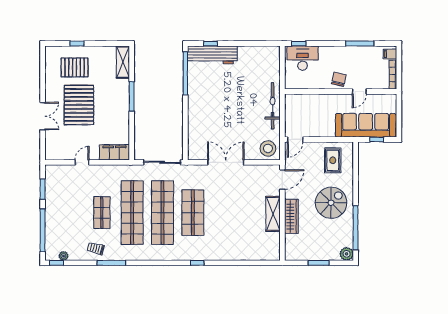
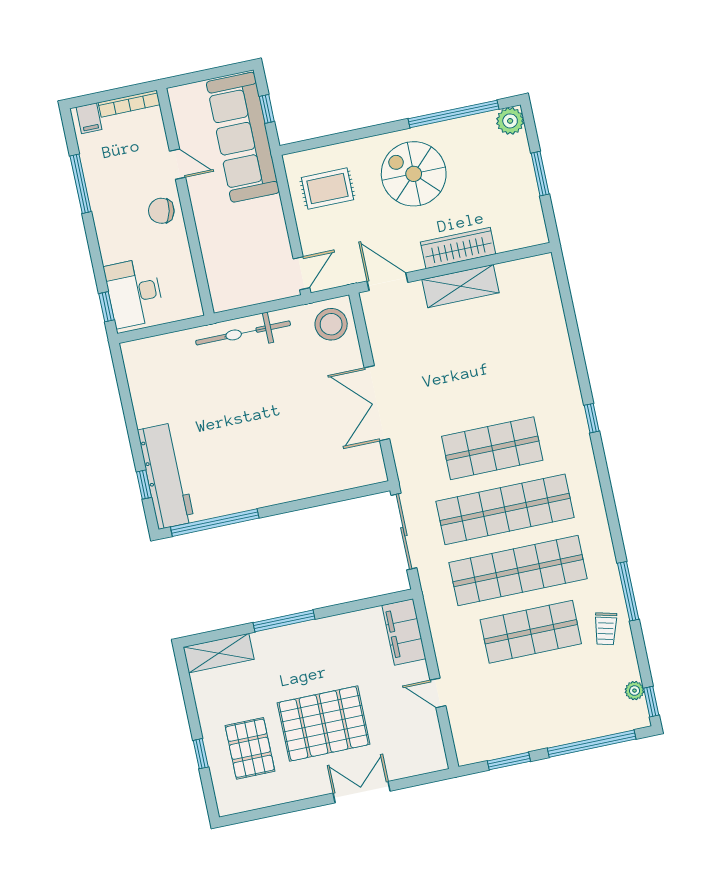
door: (295, 139) -> (301, 273), hinge flipped
shop shelf: (102, 213) -> (531, 632), width x1.43, depth x1.36

